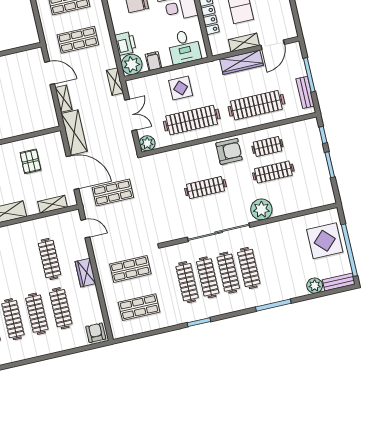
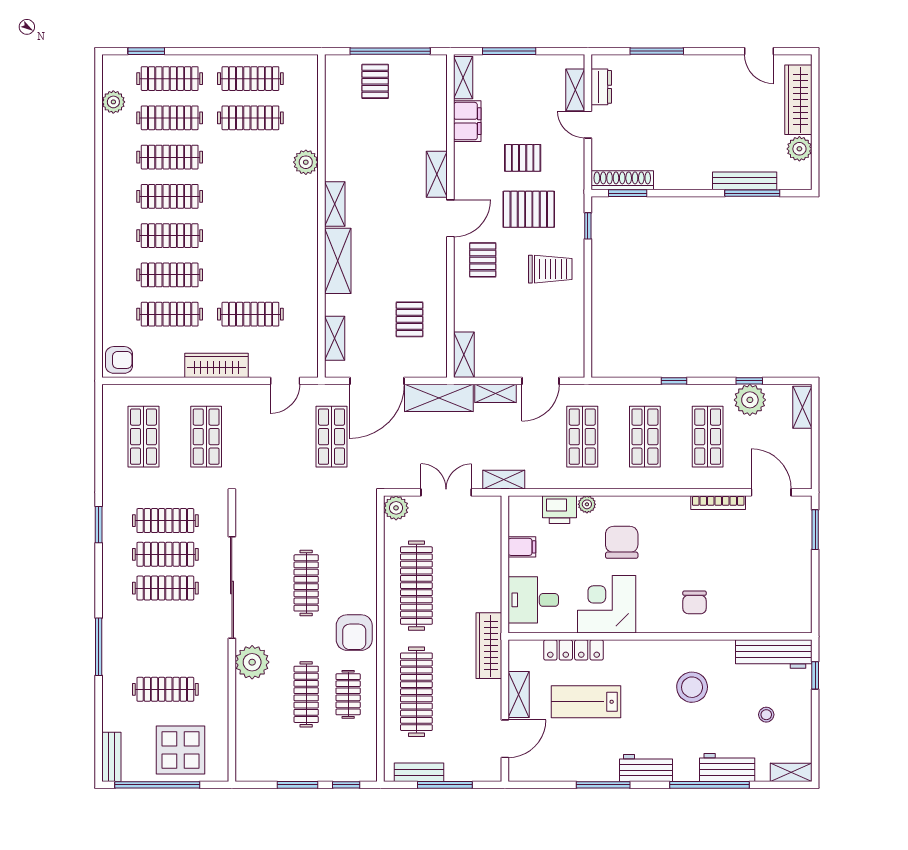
door: (273, 45) -> (505, 739), swing flipped
wardrobe: (241, 62) -> (489, 646), moved
plant: (132, 64) -> (587, 504), moved, width x0.53, depth x0.53
display table: (181, 88) -> (470, 580), removed
double door: (131, 115) -> (446, 492), swing flipped
shelving: (44, 123) -> (464, 355), added
pallet: (30, 161) -> (410, 319), turned 90
clothes rail: (249, 268) -> (165, 689), moved
wardrobe: (85, 273) -> (216, 365), width x1.50
plant: (315, 286) -> (114, 718), removed

